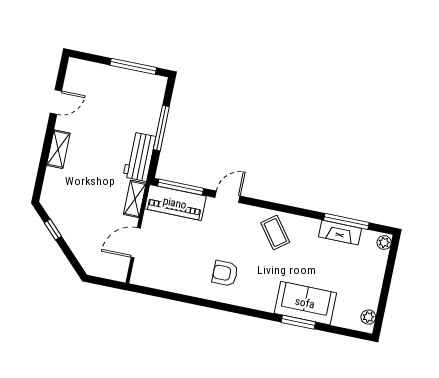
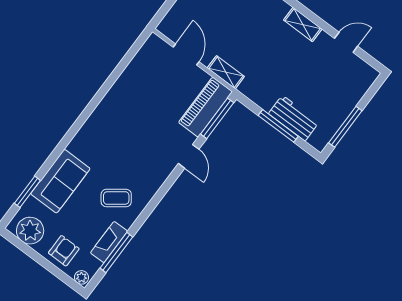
door: (56, 102) -> (346, 42), swing flipped
workbench: (139, 157) -> (294, 118), moved
coffee table: (275, 233) -> (116, 198), moved
armchair: (225, 273) -> (64, 251), moved
plant: (368, 317) -> (30, 231), width x1.88, depth x1.88
window: (298, 322) -> (27, 192), moved

